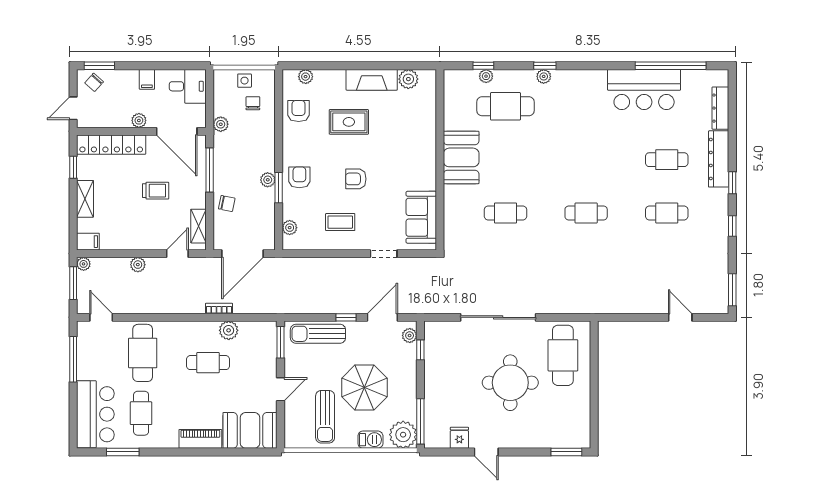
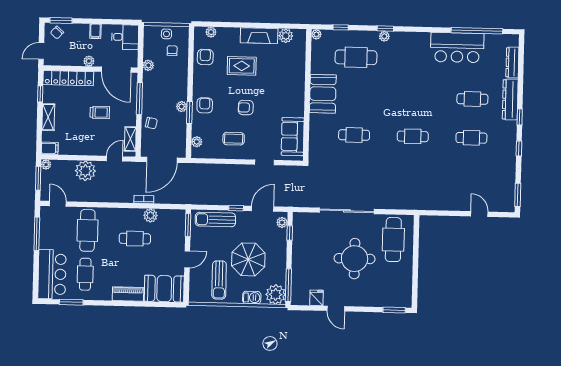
plant: (486, 76) -> (316, 34), moved
plant: (138, 265) -> (85, 171), width x1.88, depth x1.88

